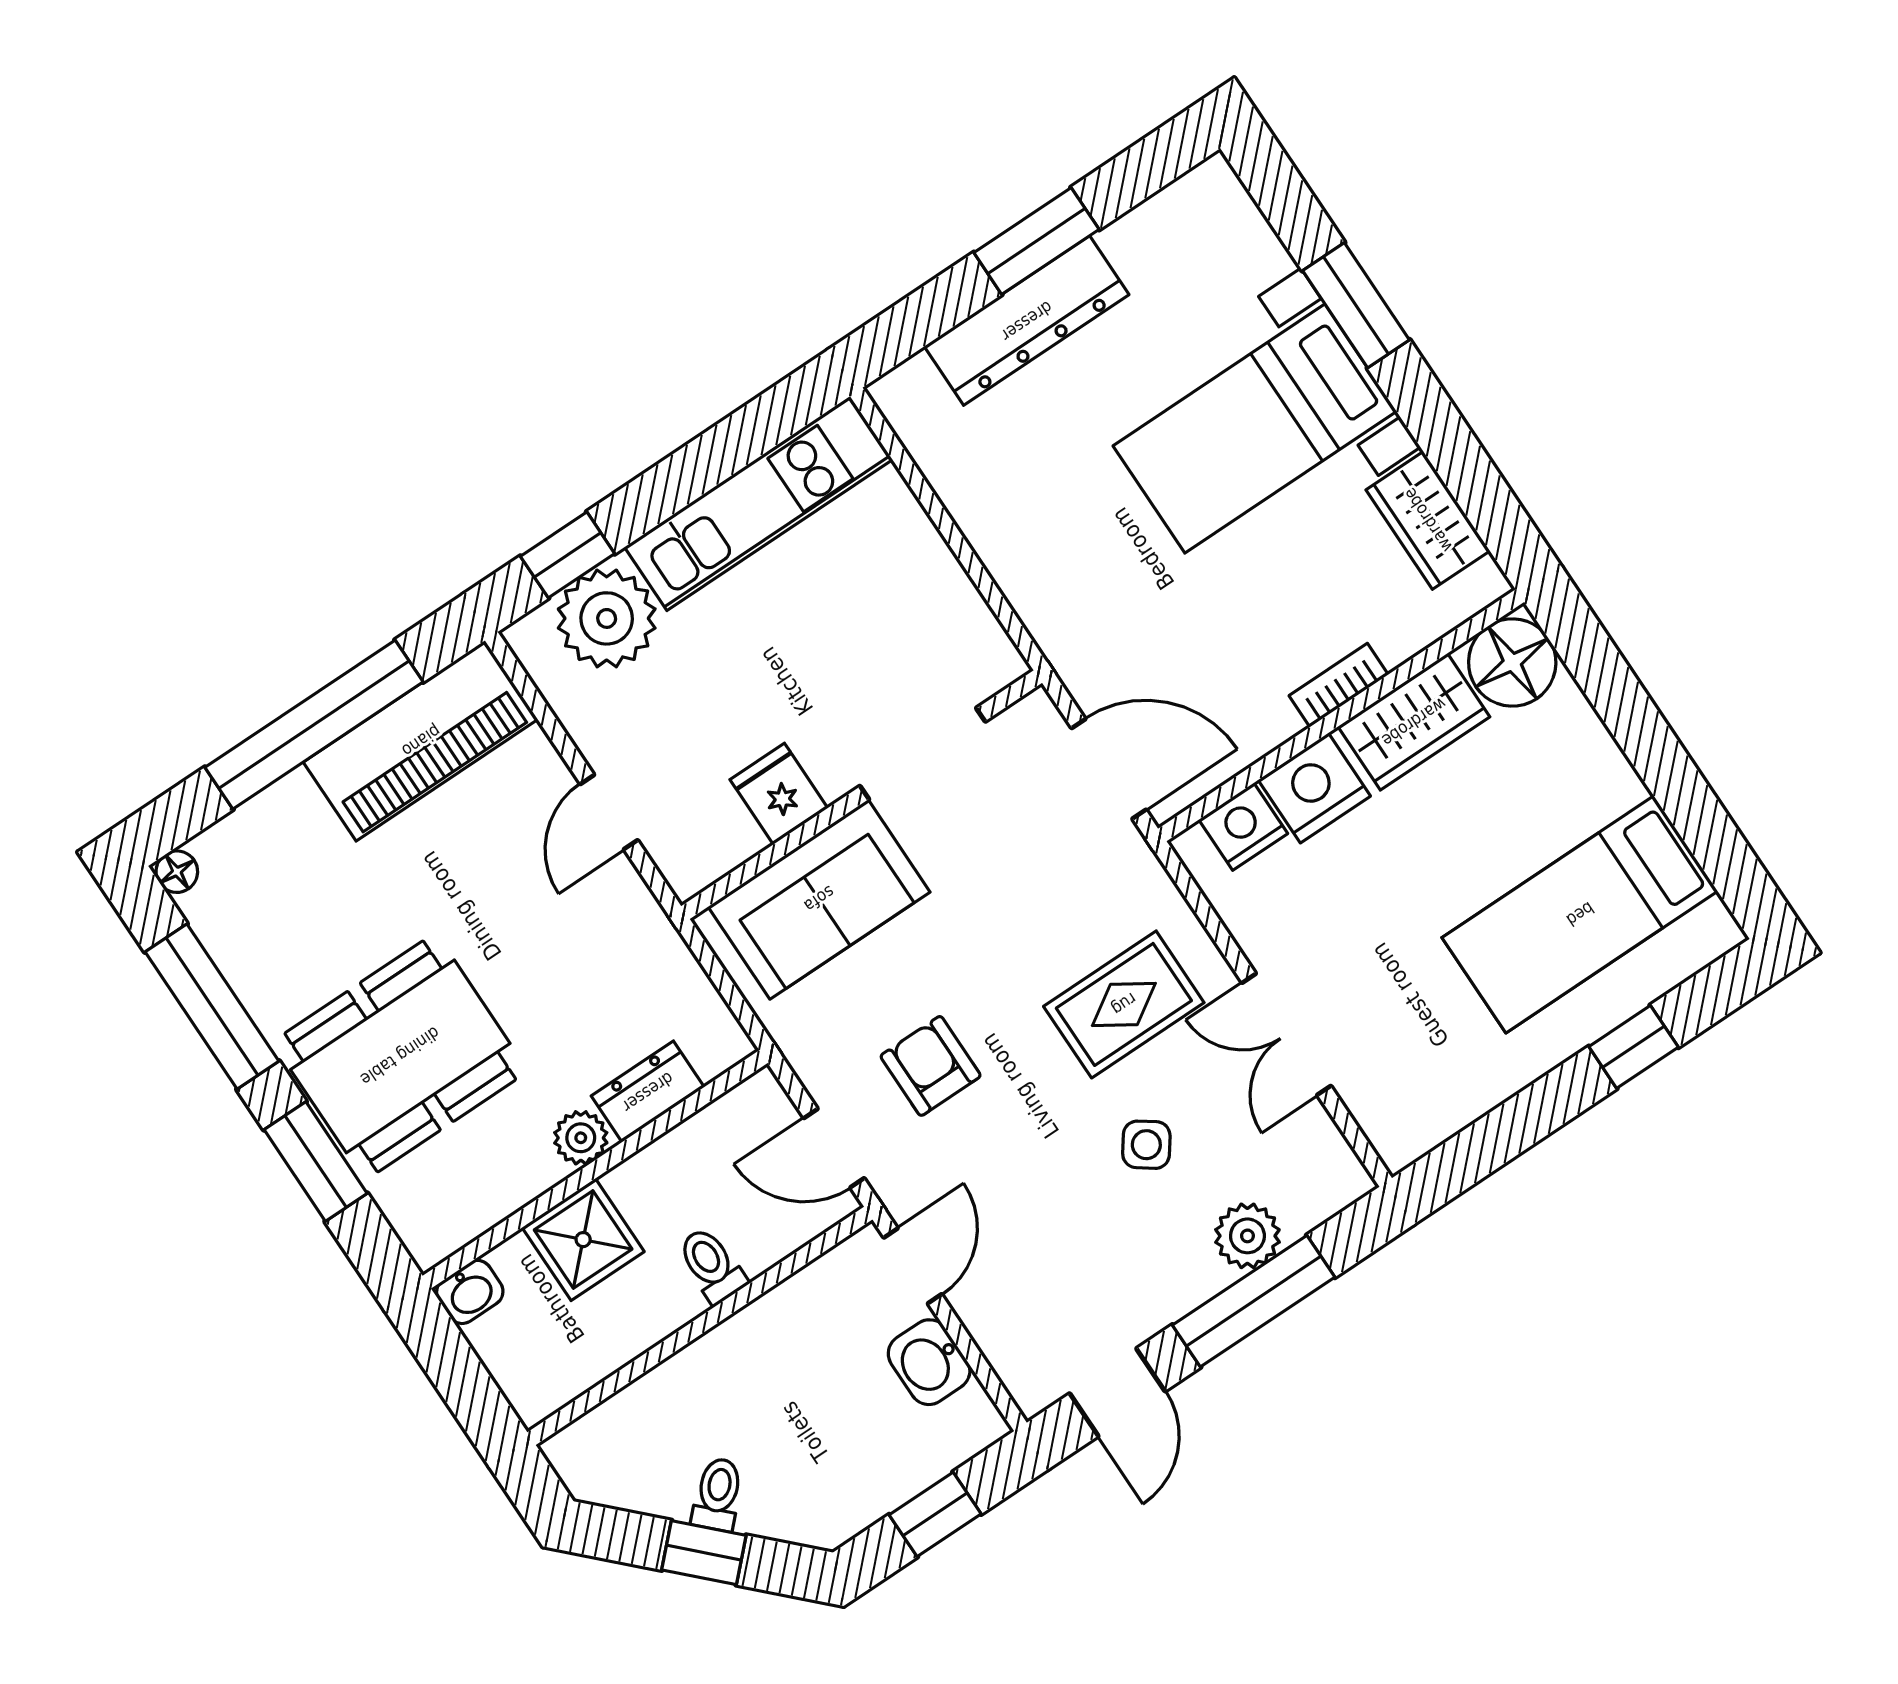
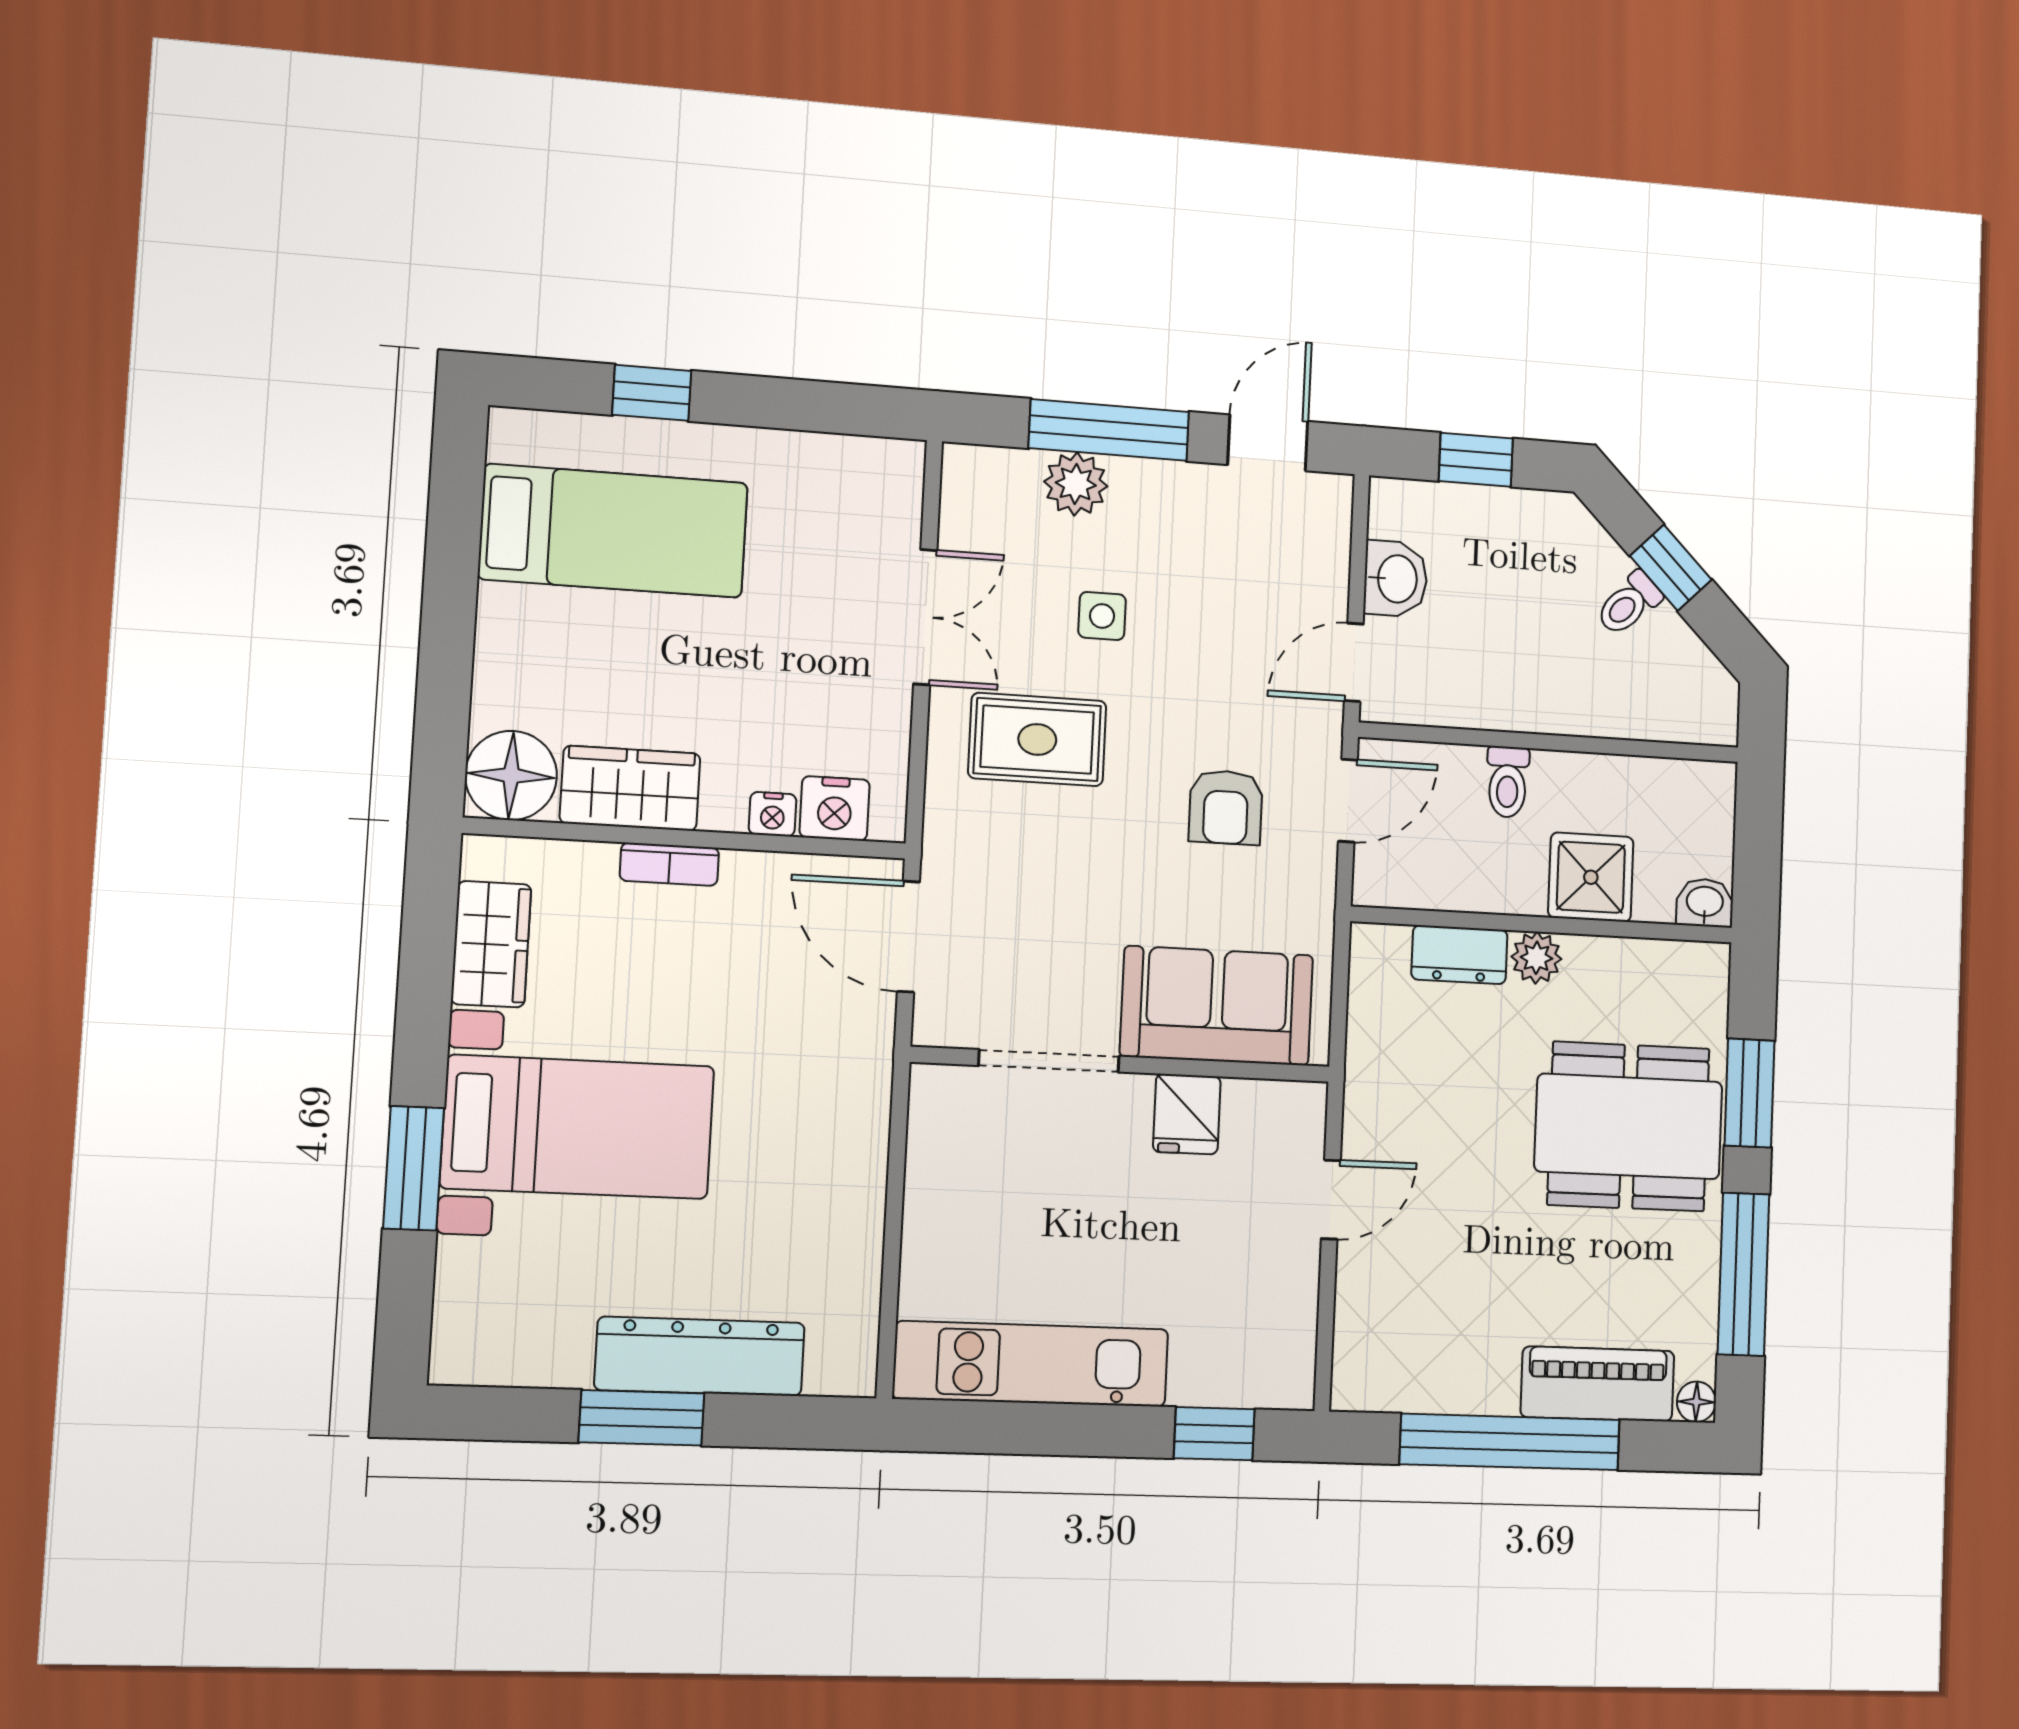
plant: (607, 618) -> (1221, 1358), removed
piano: (421, 741) -> (1598, 1384), moved, width x0.73, depth x0.75
nightstand: (1314, 788) -> (772, 814), width x0.53, depth x0.56
side table: (1146, 1145) -> (1102, 616), turned -36
door: (834, 1148) -> (1348, 801), hinge flipped

